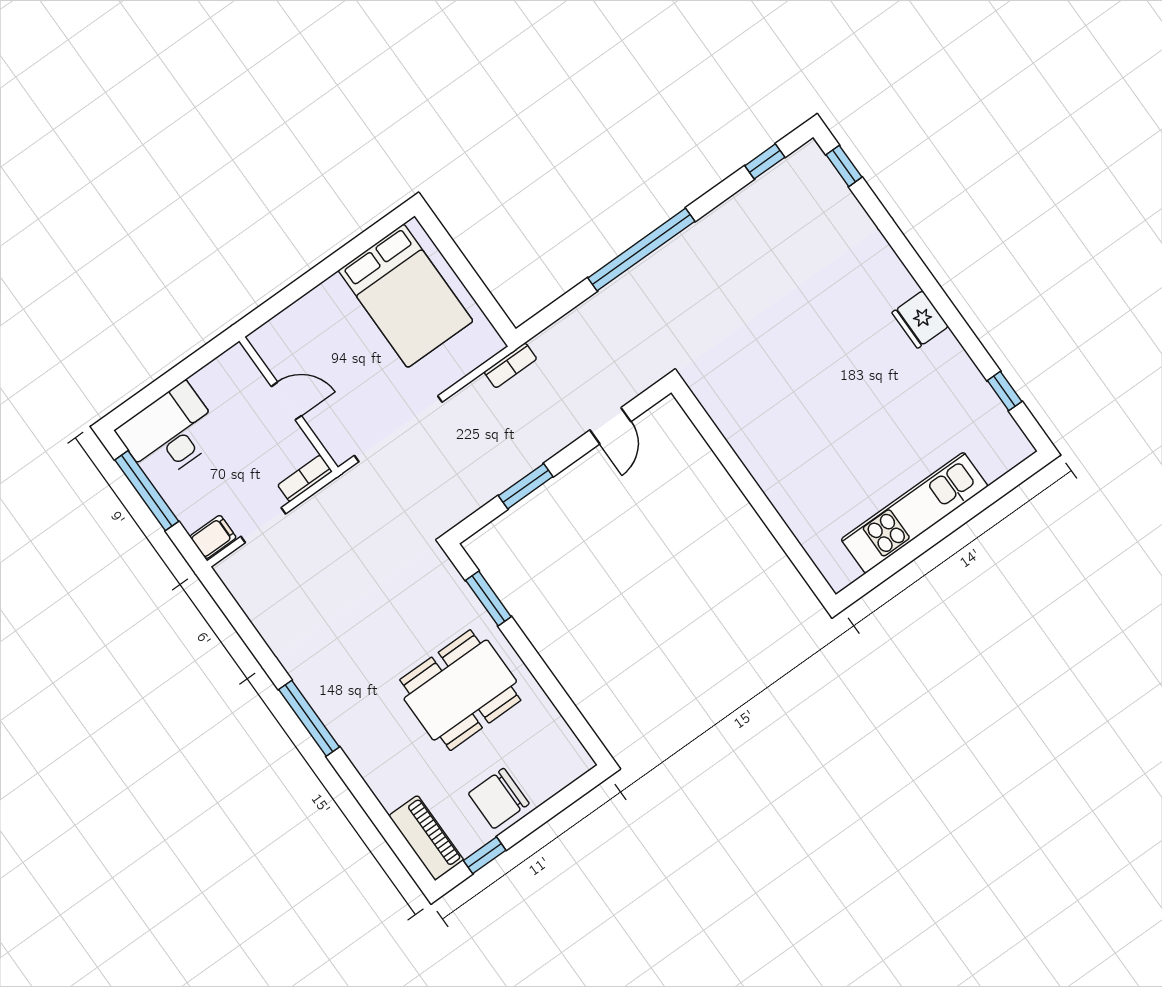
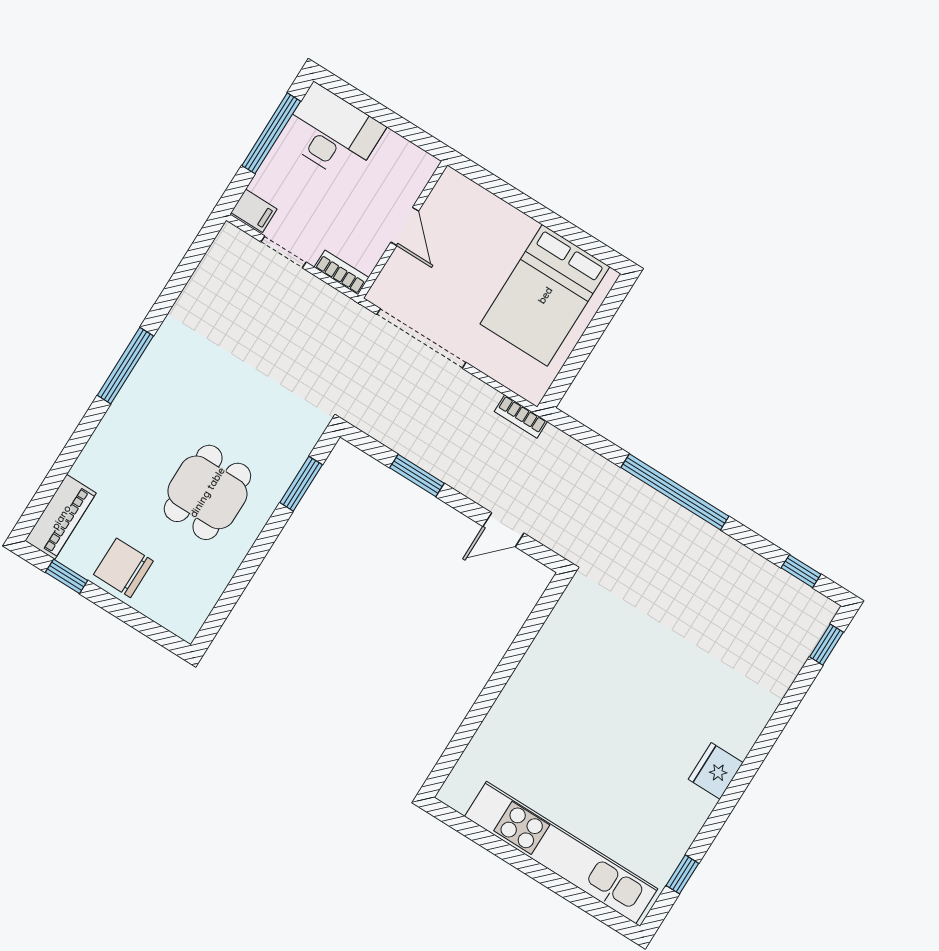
kitchen unit: (915, 513) -> (561, 853), width x1.36
dining table: (460, 690) -> (207, 492), width x0.73

